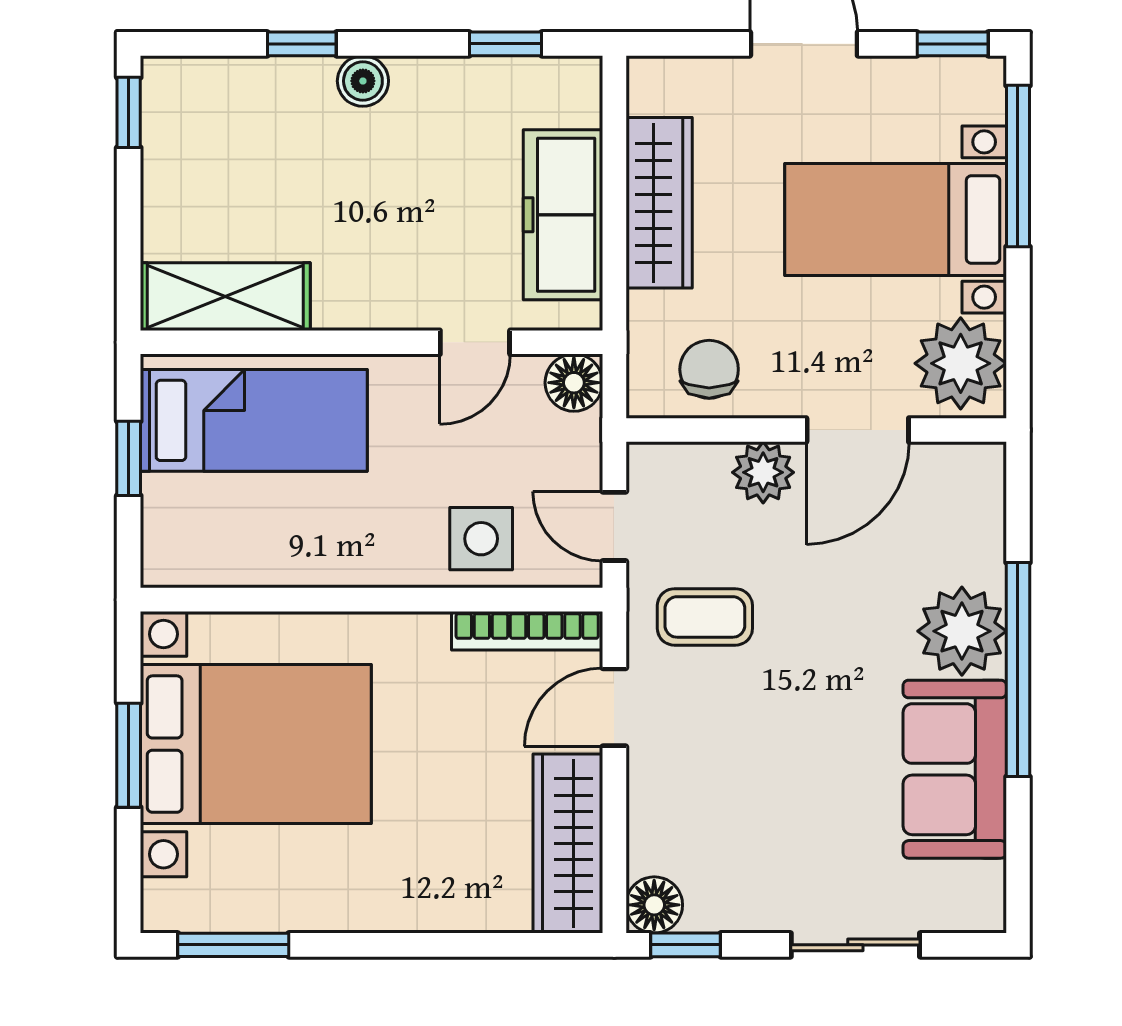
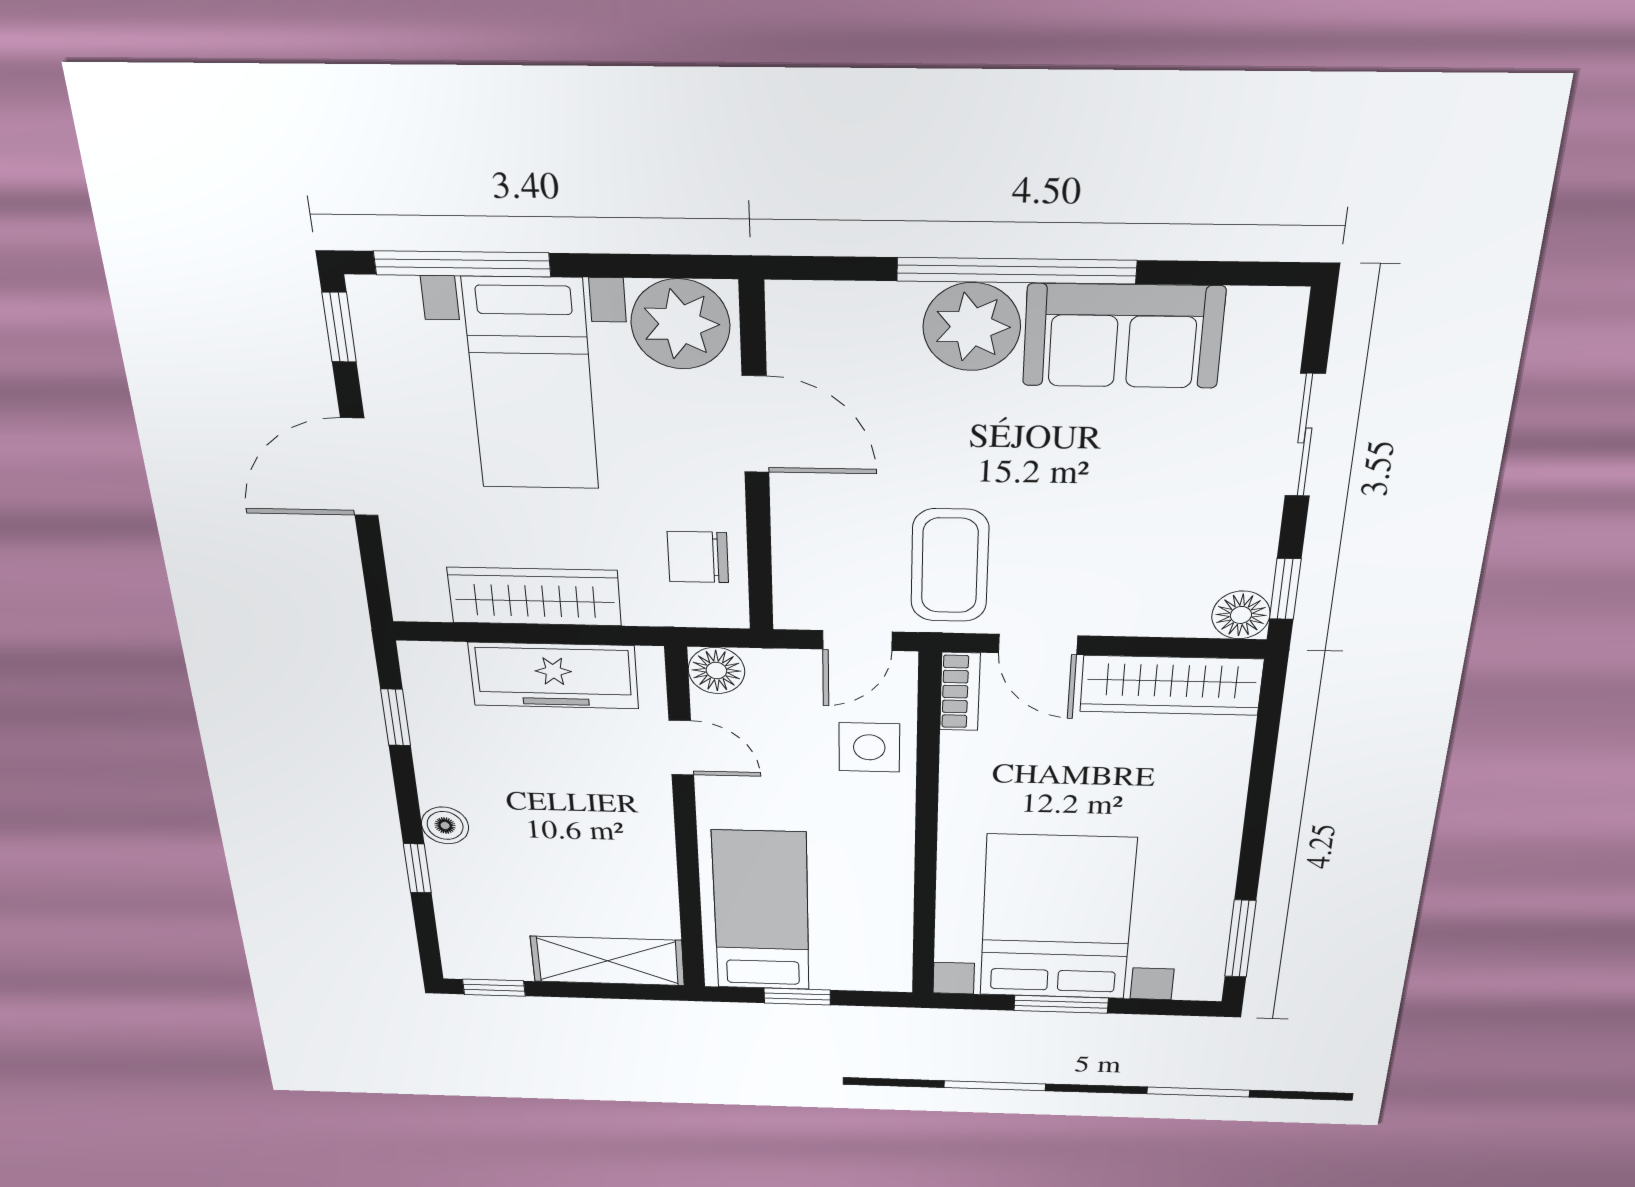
shelving: (225, 297) -> (608, 961), moved, turned 90
plant: (763, 472) -> (802, 512), removed
coffee table: (705, 617) -> (950, 566), width x1.36, depth x1.30
bookcase: (527, 631) -> (960, 692), width x0.64

